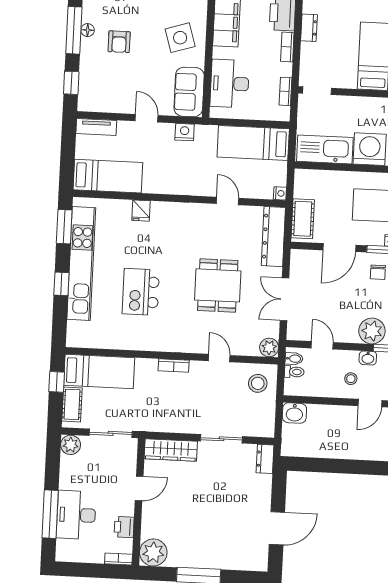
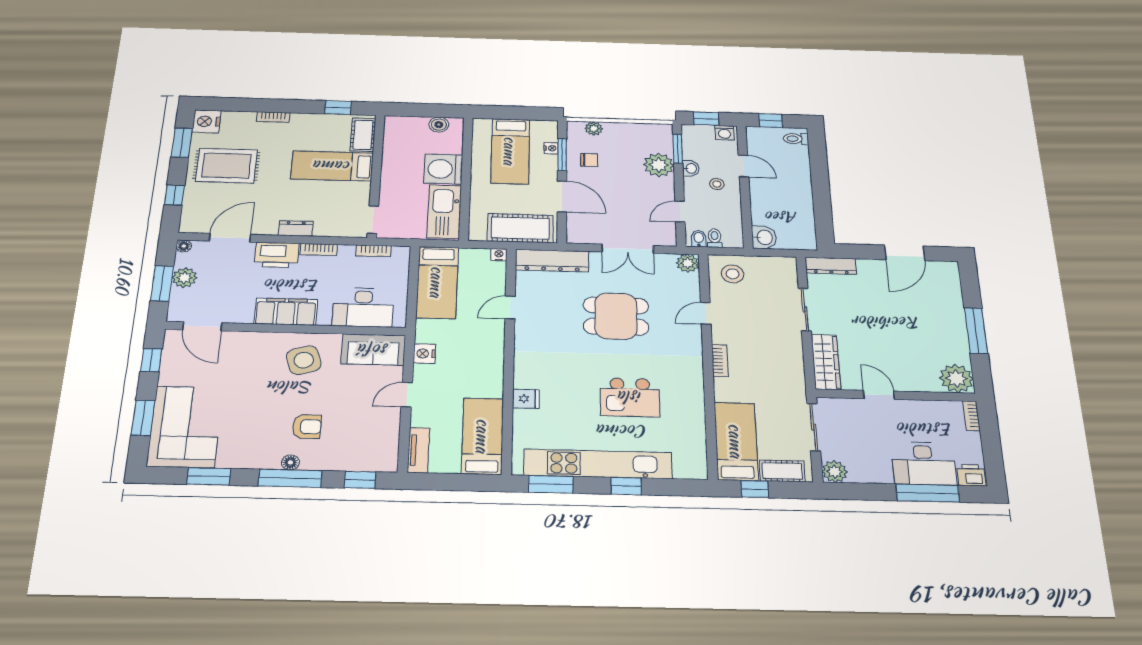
cot: (303, 219) -> (520, 228), width x1.37, depth x1.34
dresser: (265, 459) -> (831, 266), width x1.44
printer: (124, 527) -> (971, 475), moved, turned 180
door: (277, 528) -> (905, 253), swing flipped

